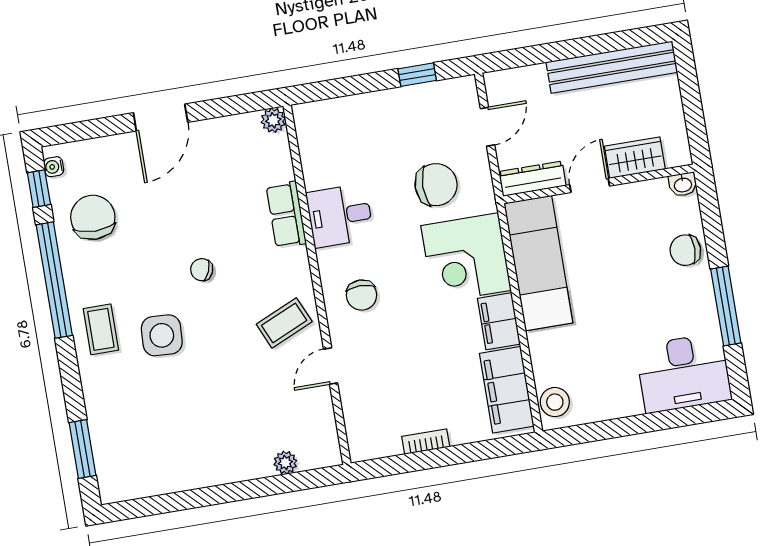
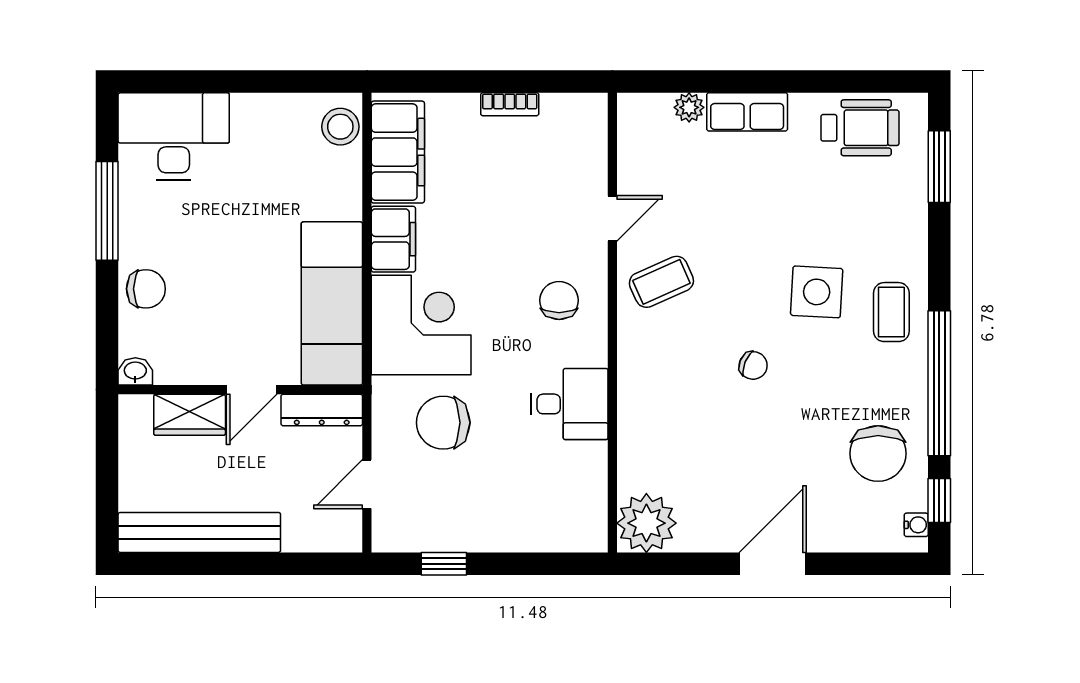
plant: (273, 120) -> (646, 523), width x1.88, depth x1.88
row of seats: (286, 215) -> (747, 112), moved, turned 90
wheelchair: (149, 469) -> (860, 128), added

